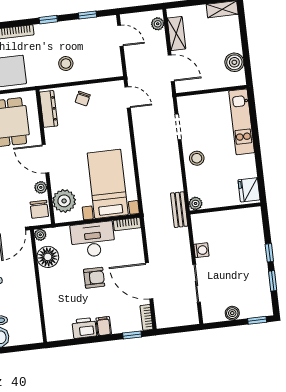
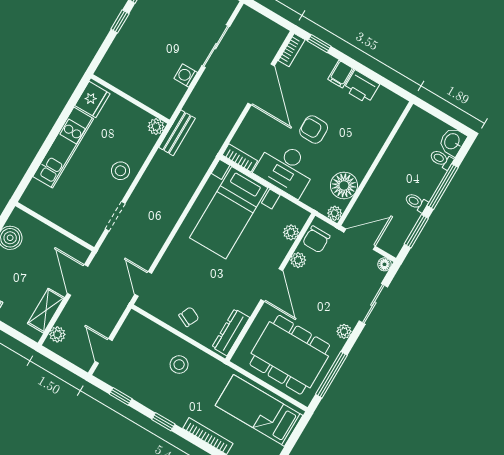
kitchen unit: (242, 122) -> (63, 148), moved
plant: (64, 201) -> (291, 232), width x0.53, depth x0.53
chair: (39, 209) -> (316, 239), turned 180

